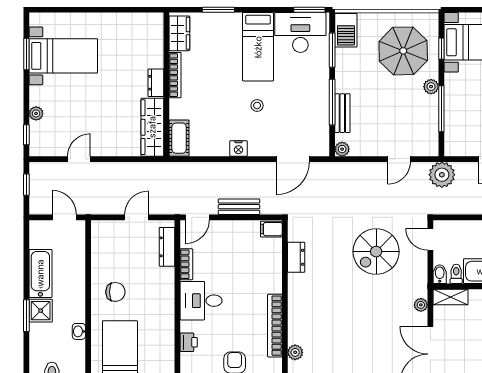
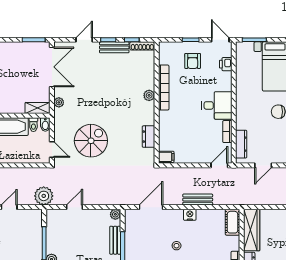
bench: (239, 207) -> (198, 200), moved
printer: (189, 342) -> (226, 64), moved
plant: (295, 352) -> (149, 95), moved

